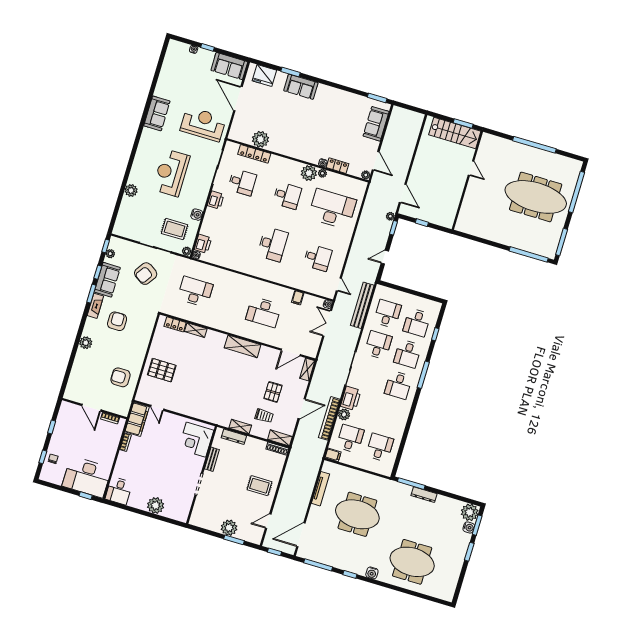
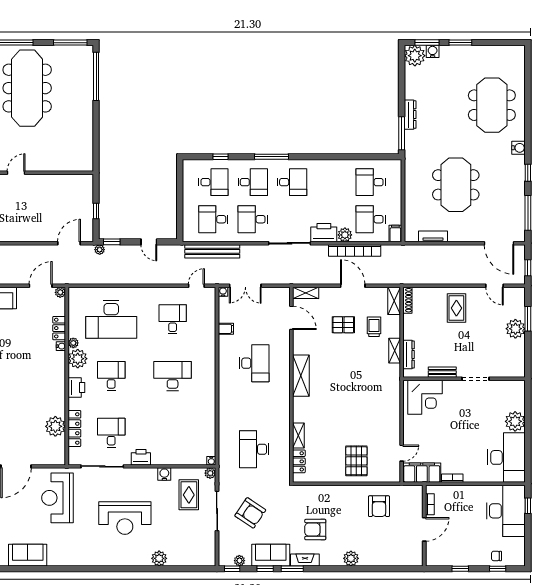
sofa: (157, 113) -> (28, 555), moved
desk: (332, 209) -> (111, 319), turned -90
printer: (203, 244) -> (76, 387), moved, turned 90
tv unit: (320, 489) -> (433, 236), width x0.71
desk: (119, 491) -> (507, 457), width x1.87, depth x1.30

